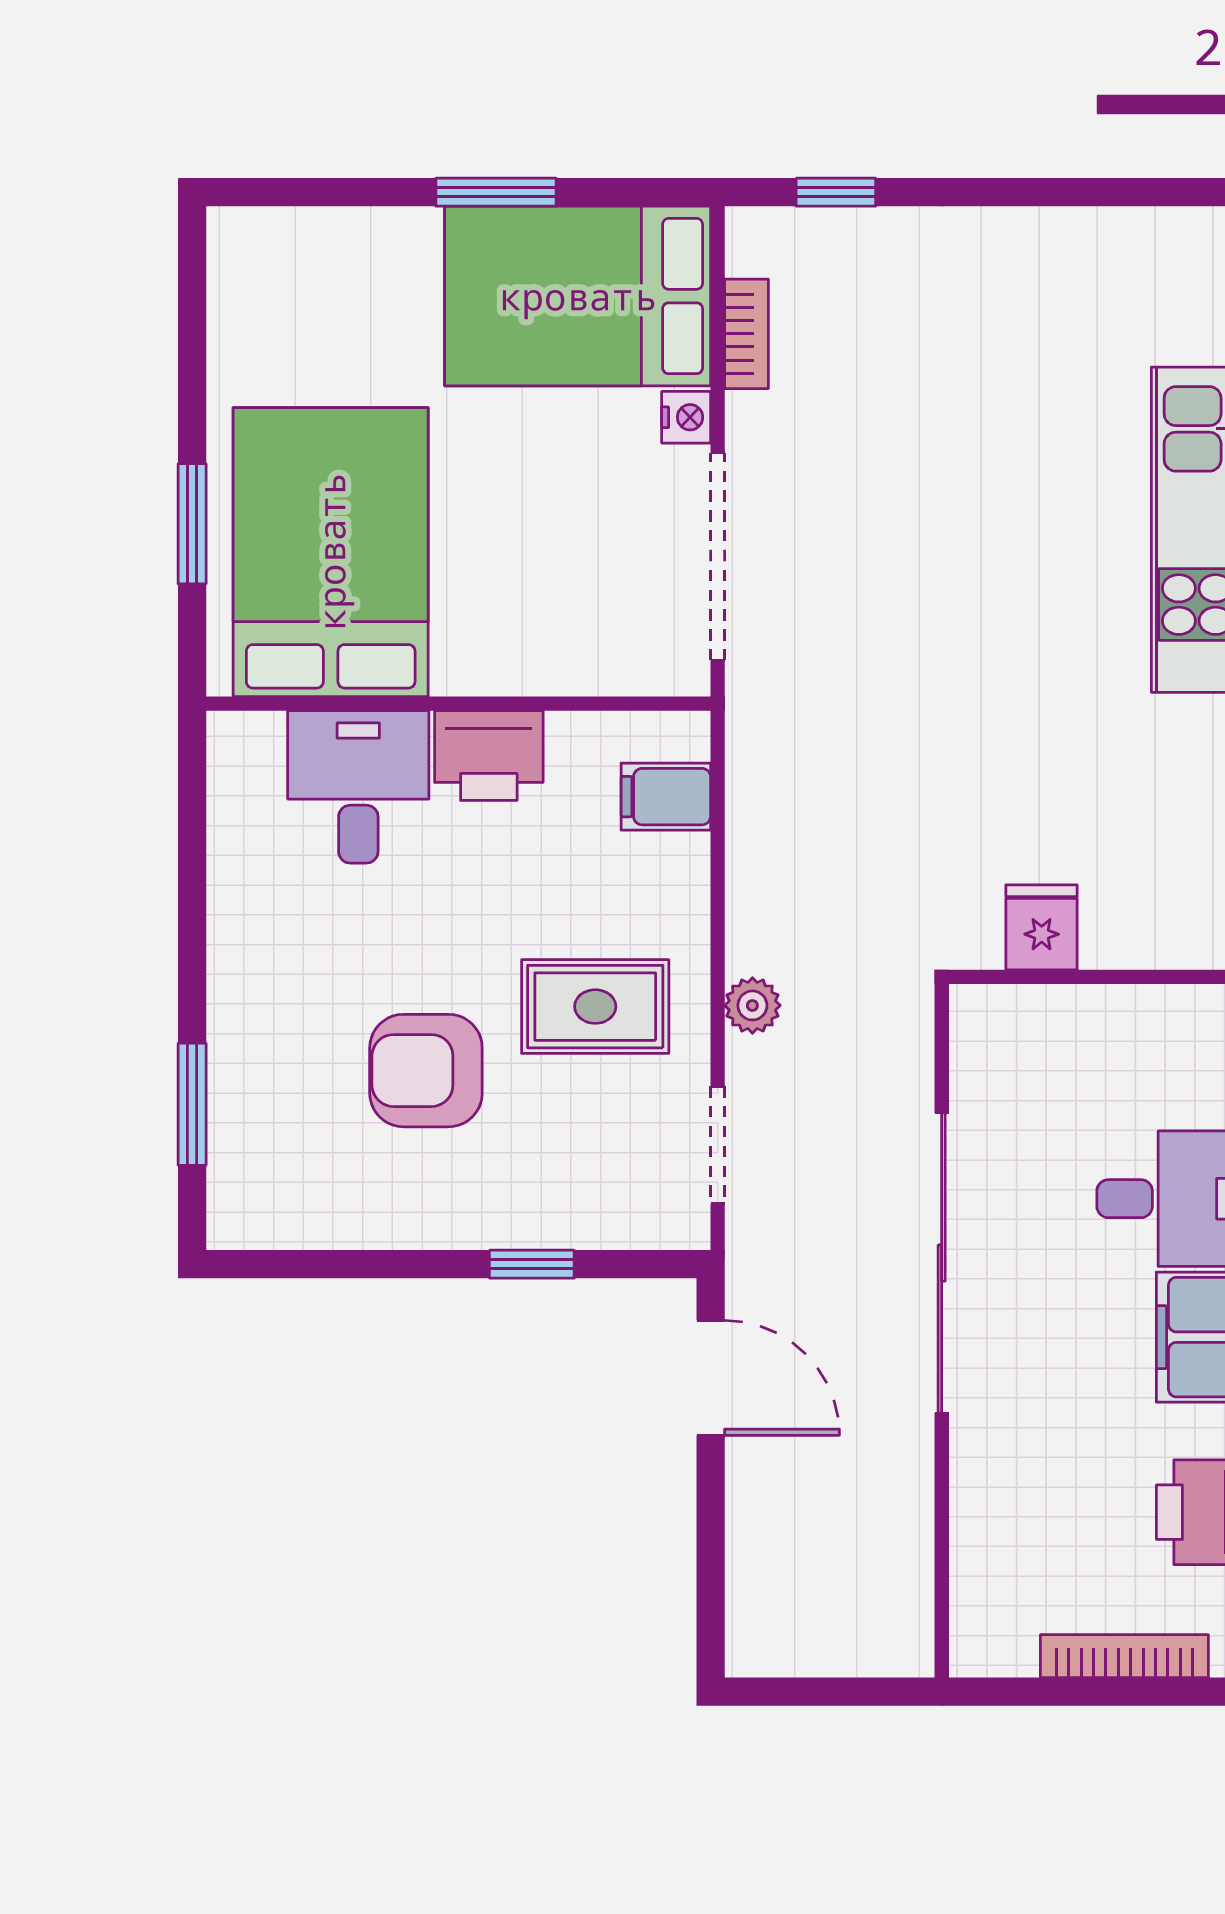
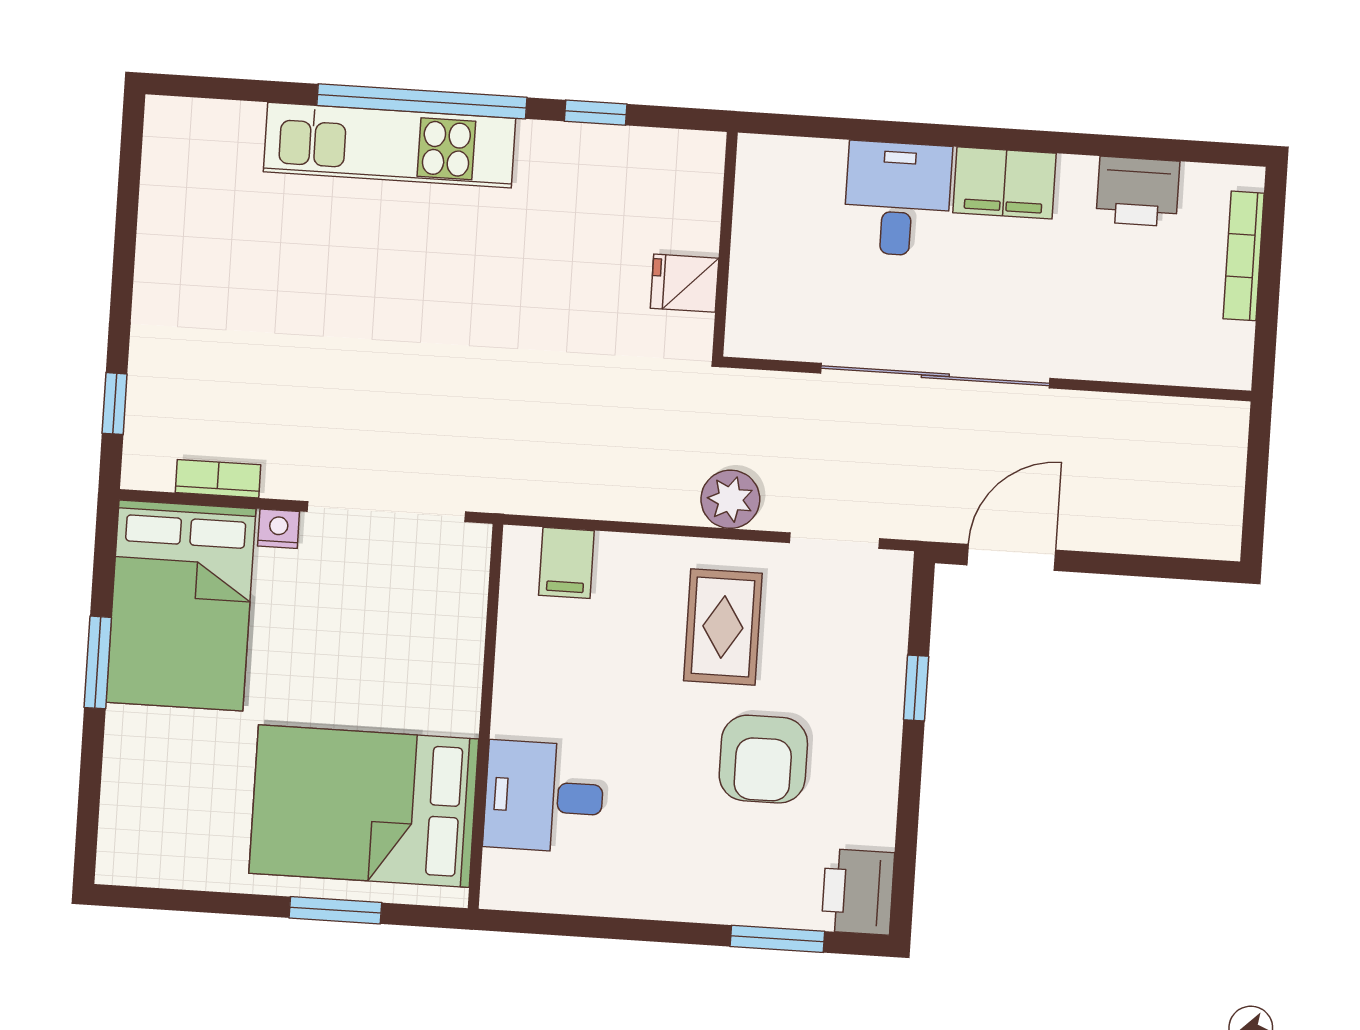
printer: (489, 756) -> (858, 892), moved, turned 180
plant: (752, 1005) -> (730, 499), width x1.38, depth x1.38

